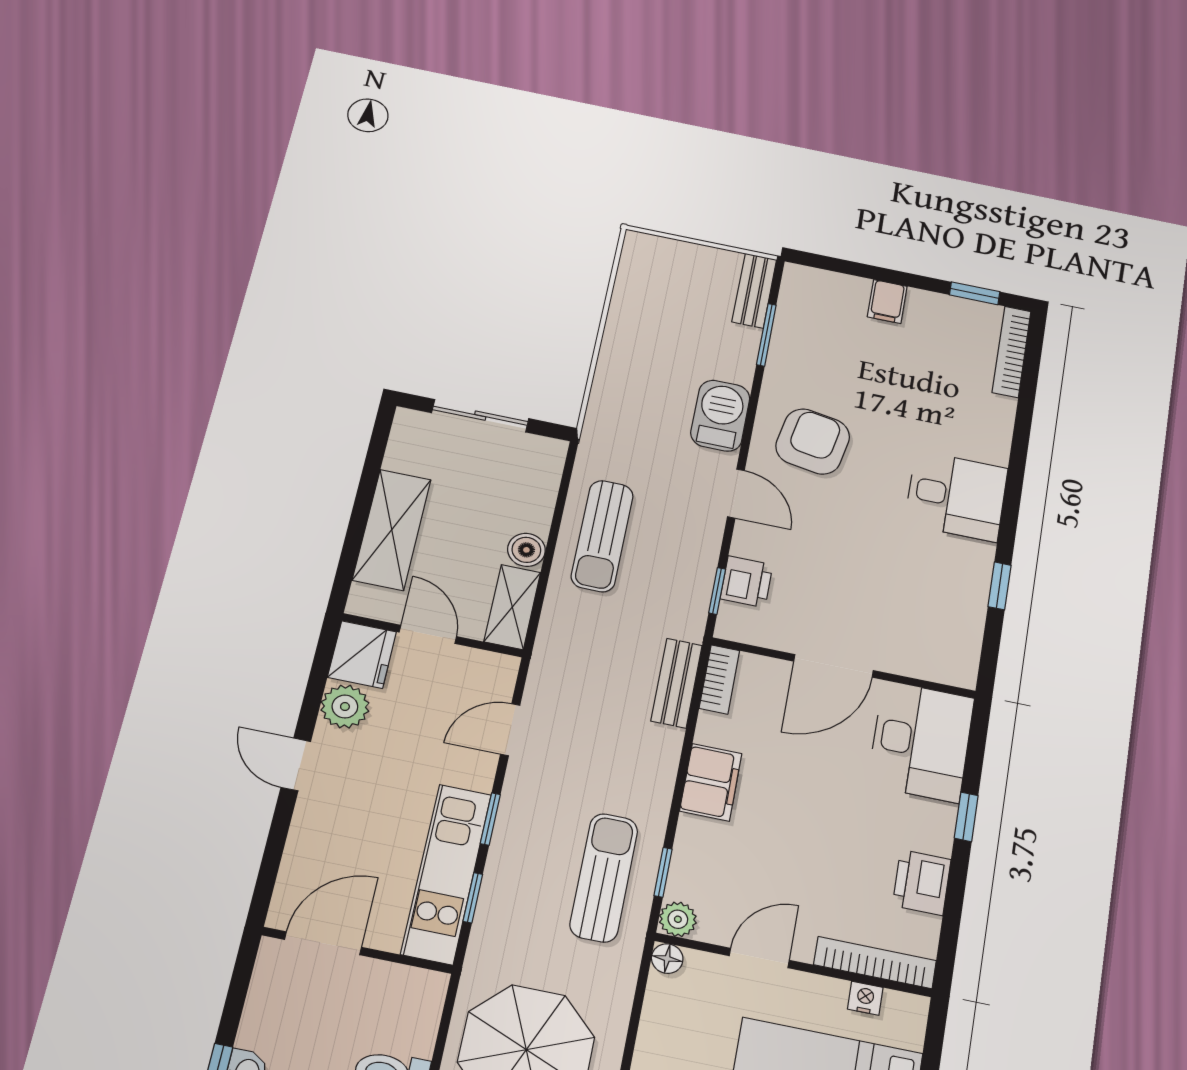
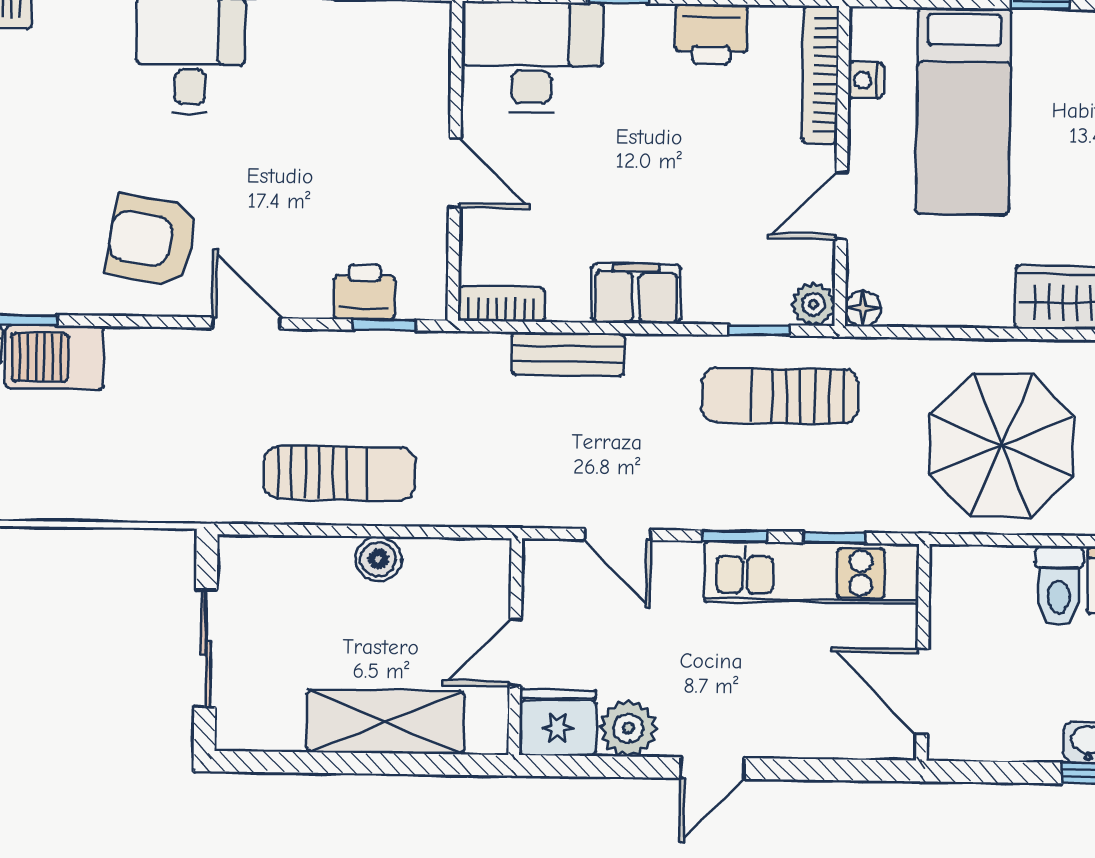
barbecue: (720, 416) -> (54, 357), moved
door: (736, 494) -> (246, 323), hinge flipped
shelving: (512, 607) -> (458, 561), removed
door: (833, 666) -> (455, 173), width x0.73
bench: (677, 683) -> (568, 354), moved
door: (759, 958) -> (841, 206), hinge flipped

